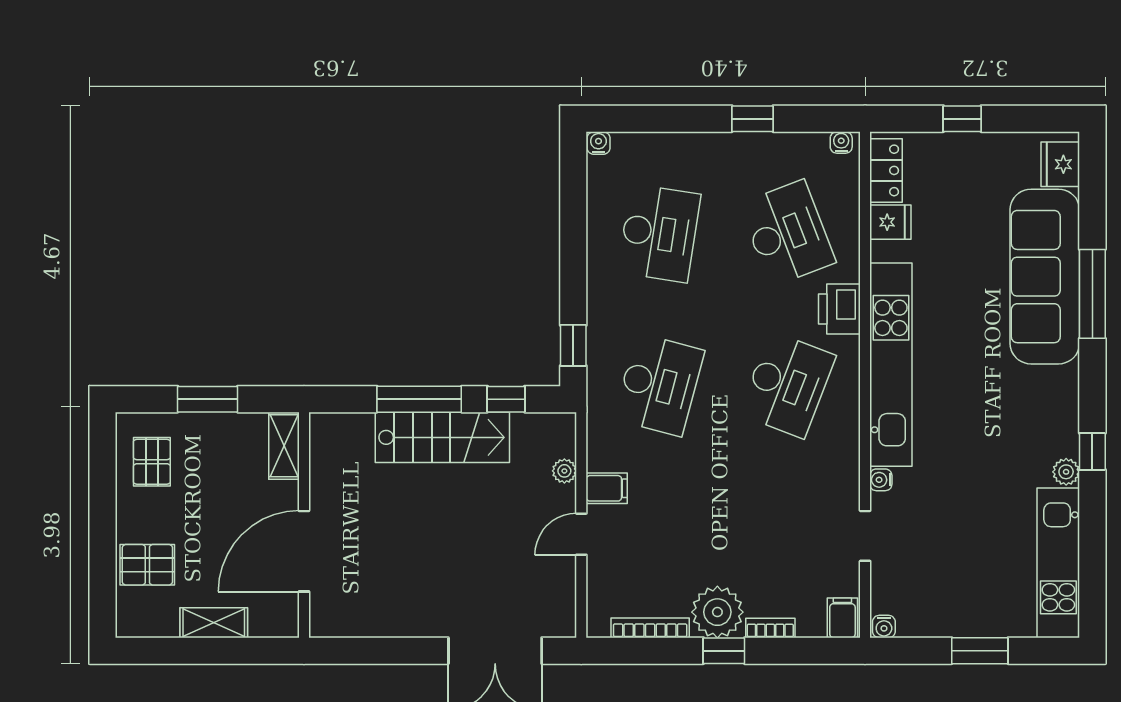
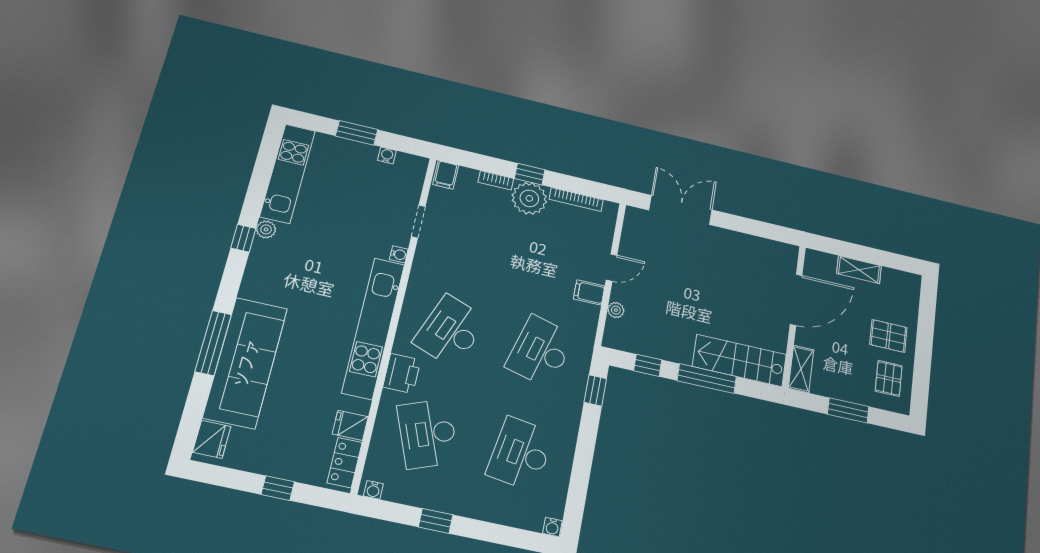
stairs: (442, 437) -> (739, 360), moved
pallet: (147, 565) -> (888, 336), moved
water cooler: (884, 627) -> (387, 155), moved

